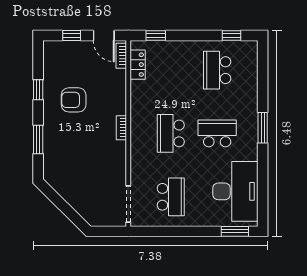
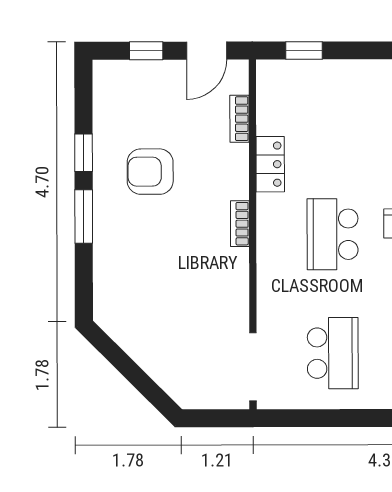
door: (104, 36) -> (207, 51), hinge flipped
bookcase: (121, 56) -> (239, 119), moved
locker: (138, 65) -> (270, 164), moved
window: (38, 140) -> (84, 217), moved

